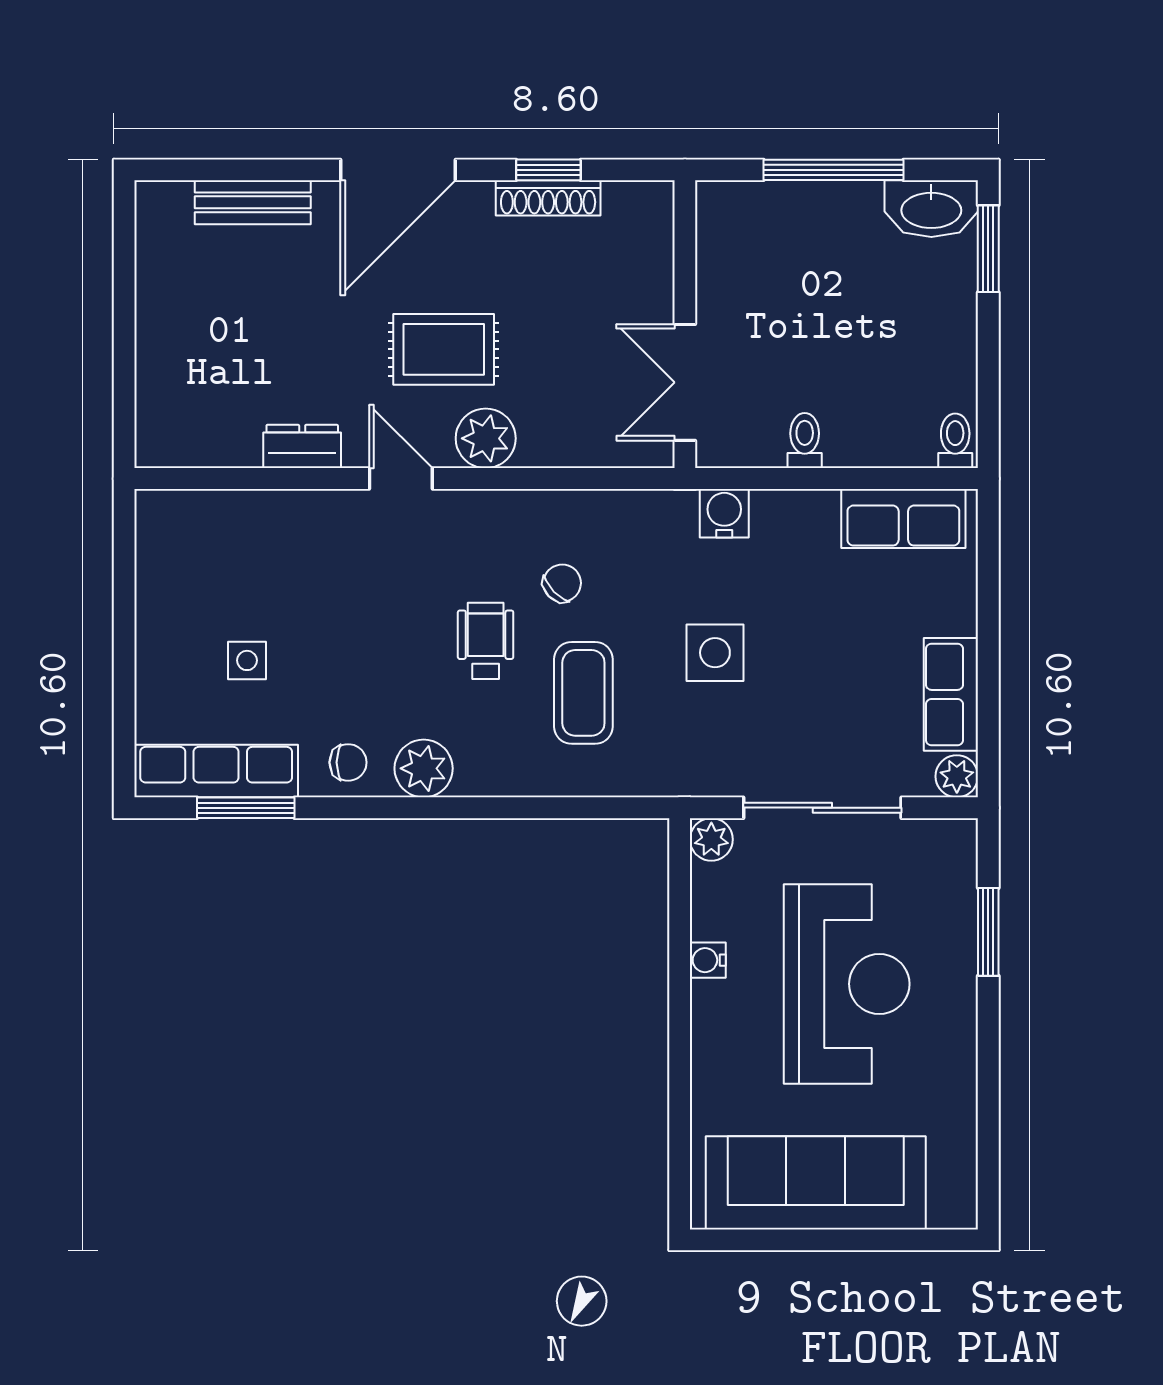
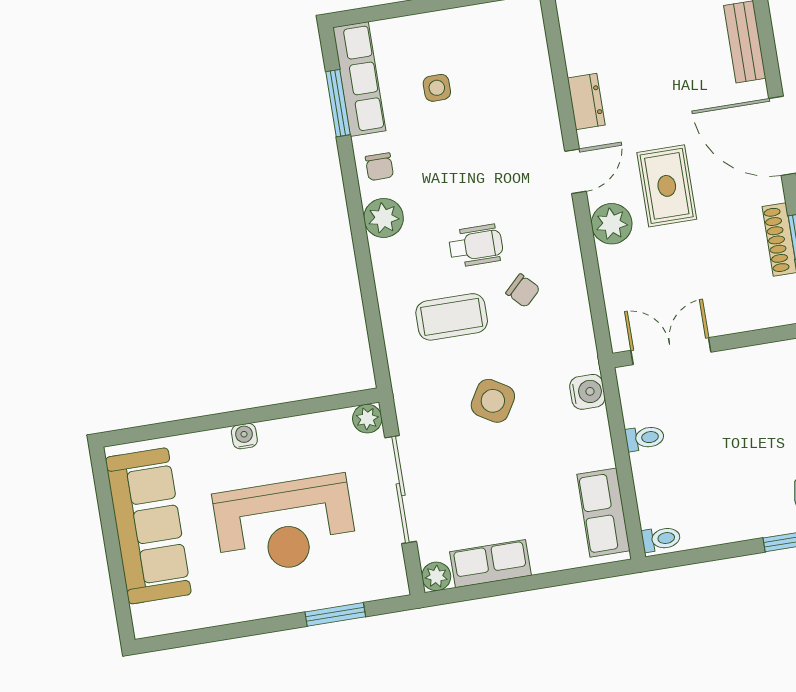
side table: (715, 653) -> (493, 401), turned 31
water cooler: (708, 960) -> (244, 436), moved

